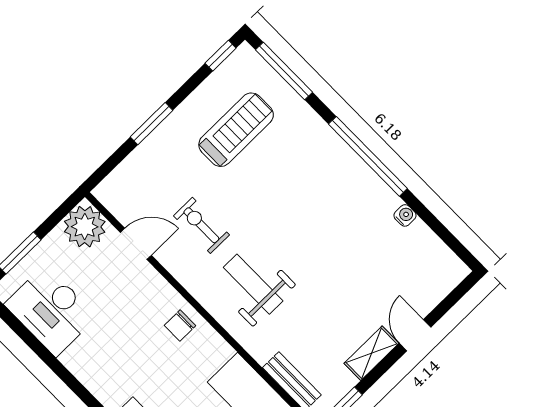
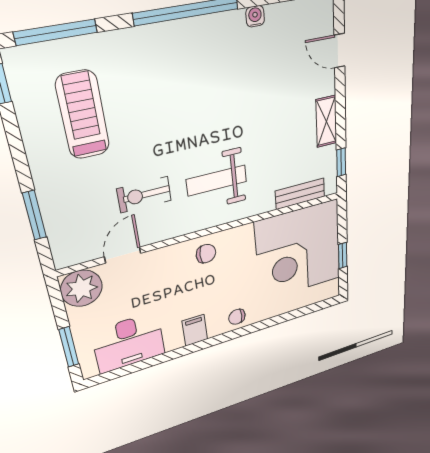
window: (151, 124) -> (34, 215), moved
chair: (180, 326) -> (206, 254), turned -90
door: (415, 335) -> (339, 51), moved
filing cabinet: (96, 373) -> (195, 330), added

